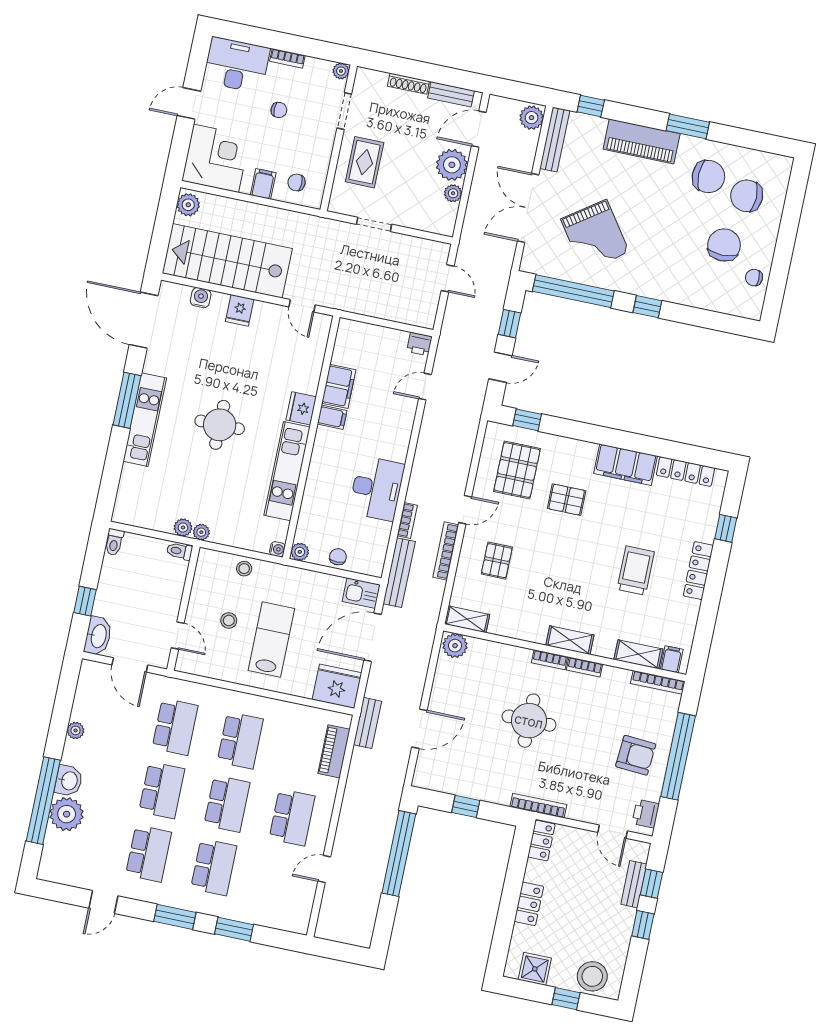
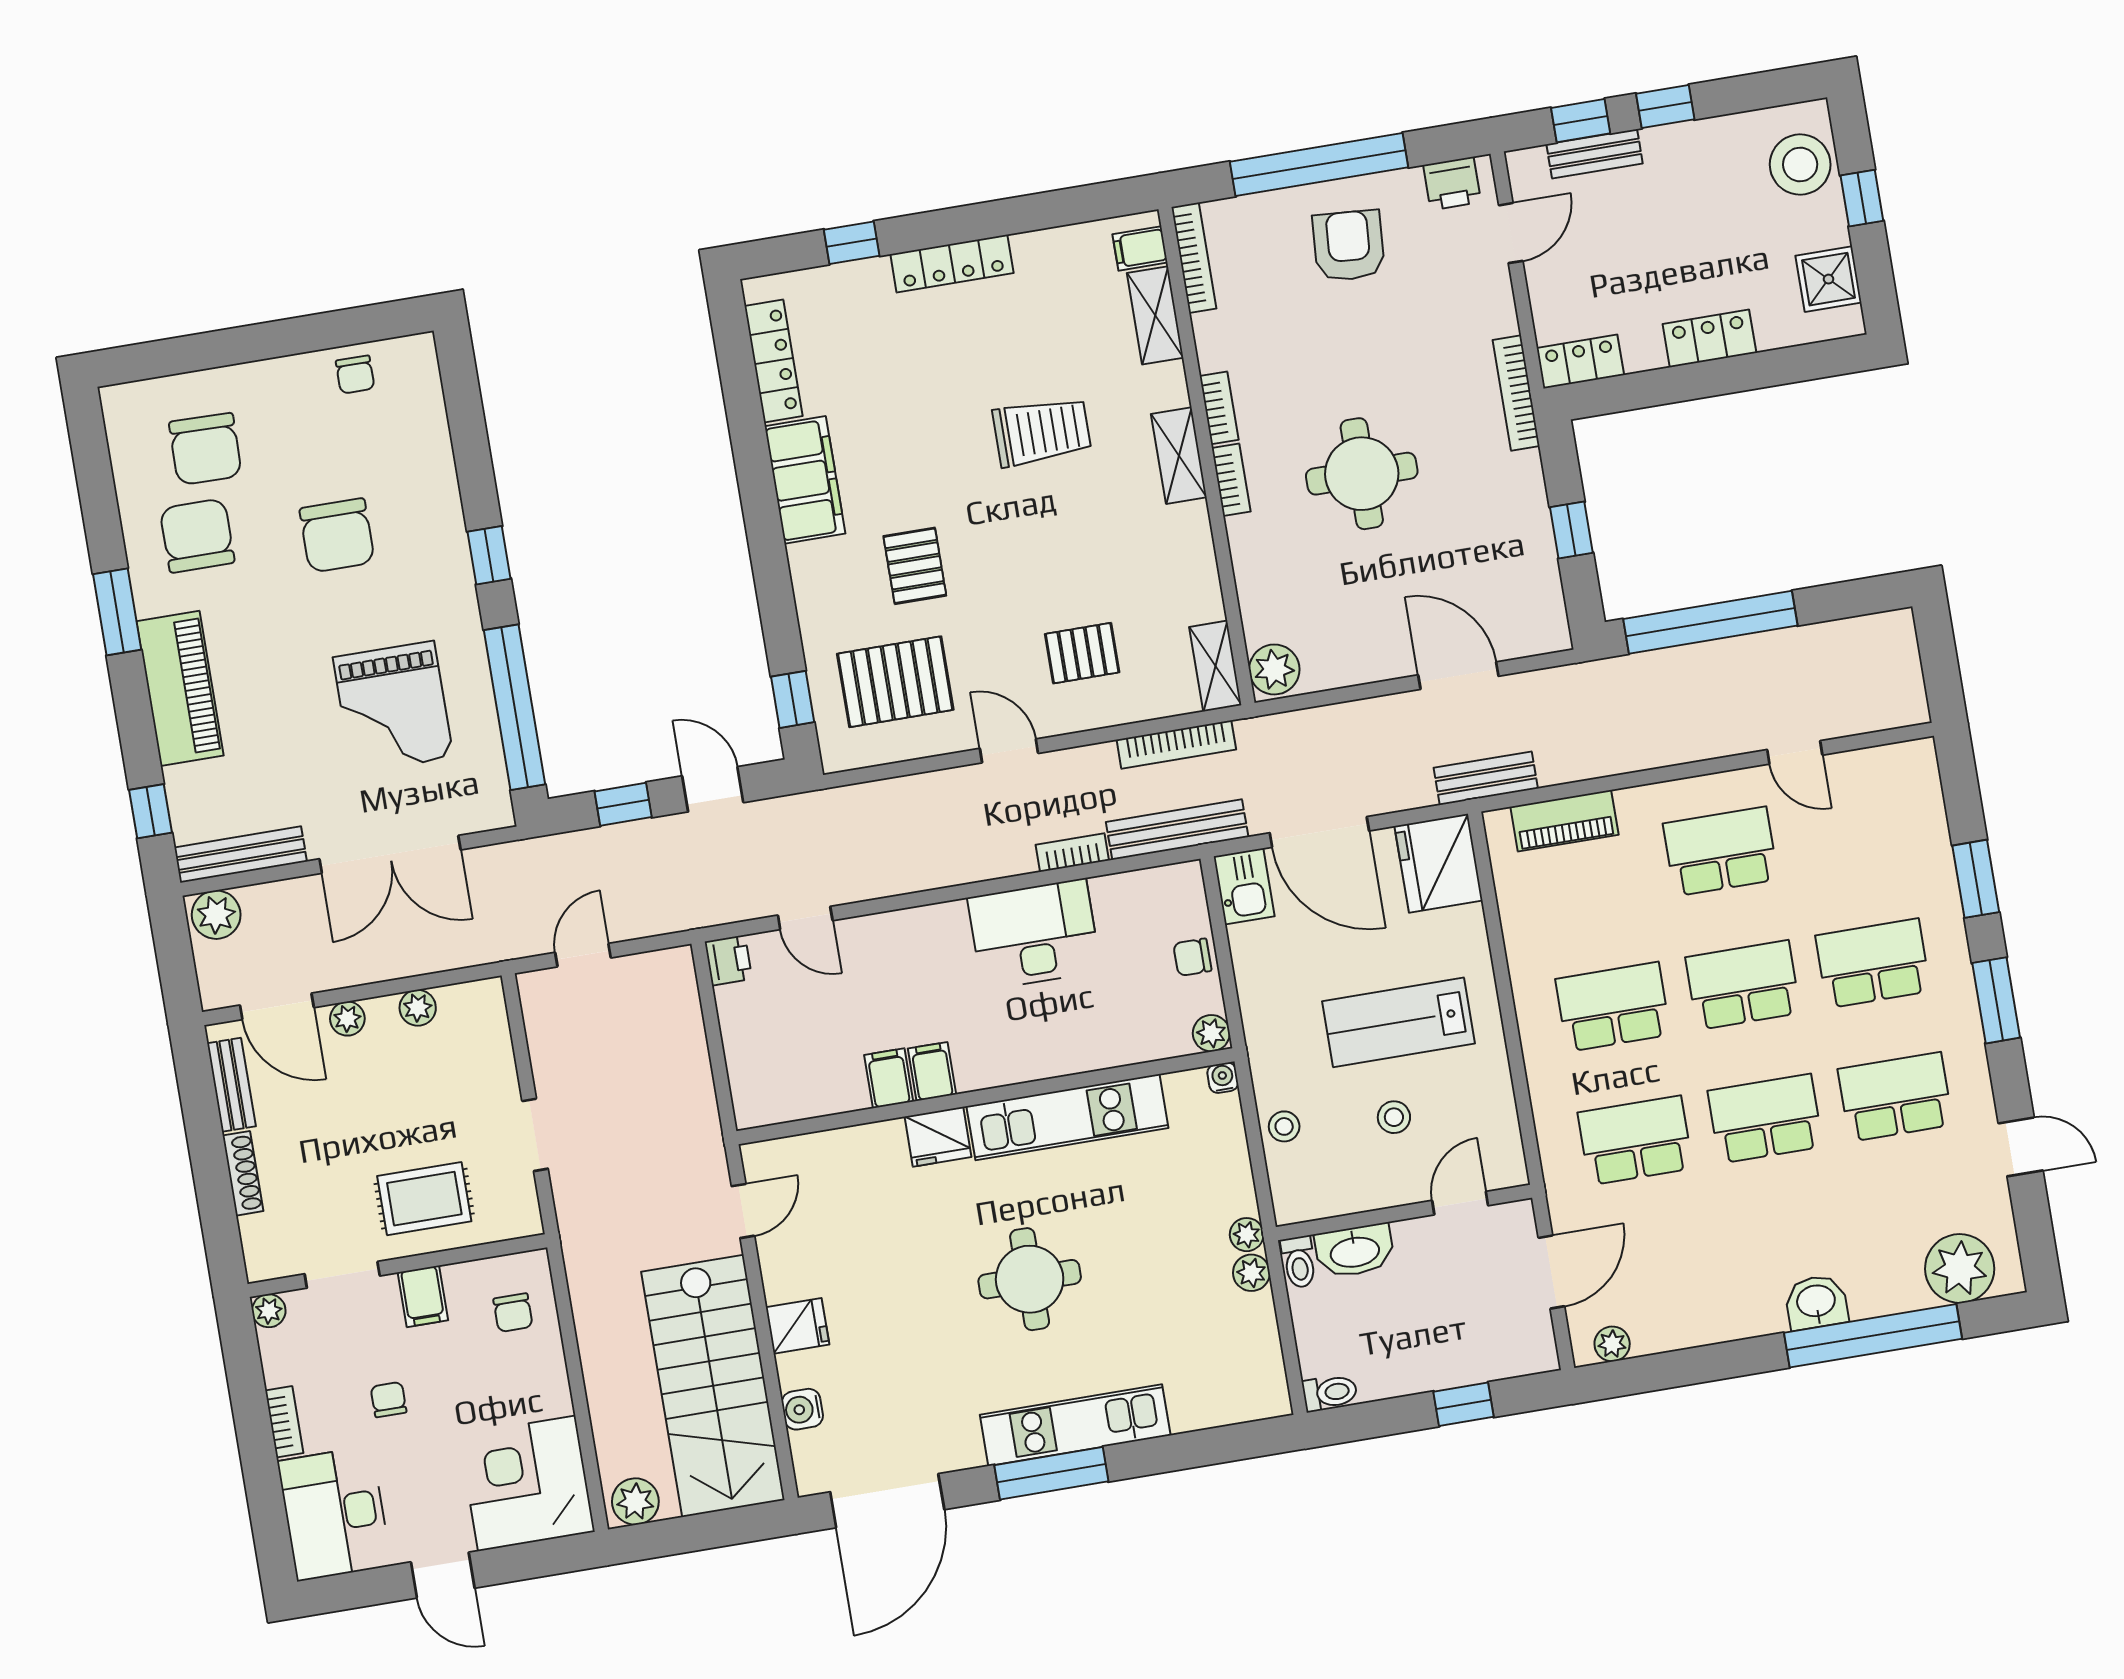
plant: (452, 165) -> (347, 1019), width x0.53, depth x0.53
filing cabinet: (263, 184) -> (423, 1296), moved, turned -90
grand piano: (595, 236) -> (393, 707), turned 125
chair: (724, 245) -> (337, 535), moved, turned -90
filing cabinet: (339, 386) -> (889, 1078), width x0.50
bookcase: (446, 551) -> (1176, 745), moved
trolley: (636, 571) -> (1042, 432), moved, turned 180
washbasin: (98, 636) -> (1355, 1251), moved, turned 180
plant: (76, 730) -> (1612, 1344), moved
plant: (67, 814) -> (1960, 1269), moved

